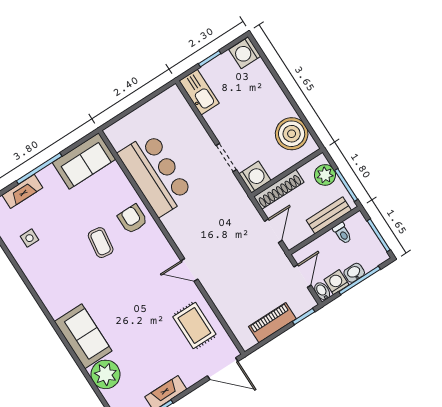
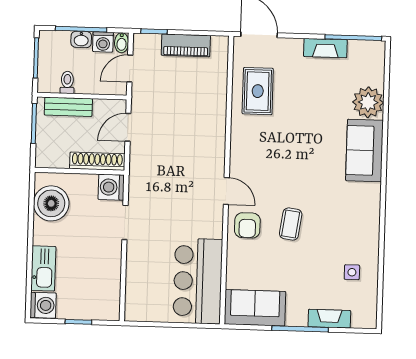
kitchen sink: (199, 92) -> (43, 268), moved, turned 180
bar counter: (156, 174) -> (198, 281), moved
plant: (325, 175) -> (47, 146), removed
door: (189, 270) -> (226, 191), moved

